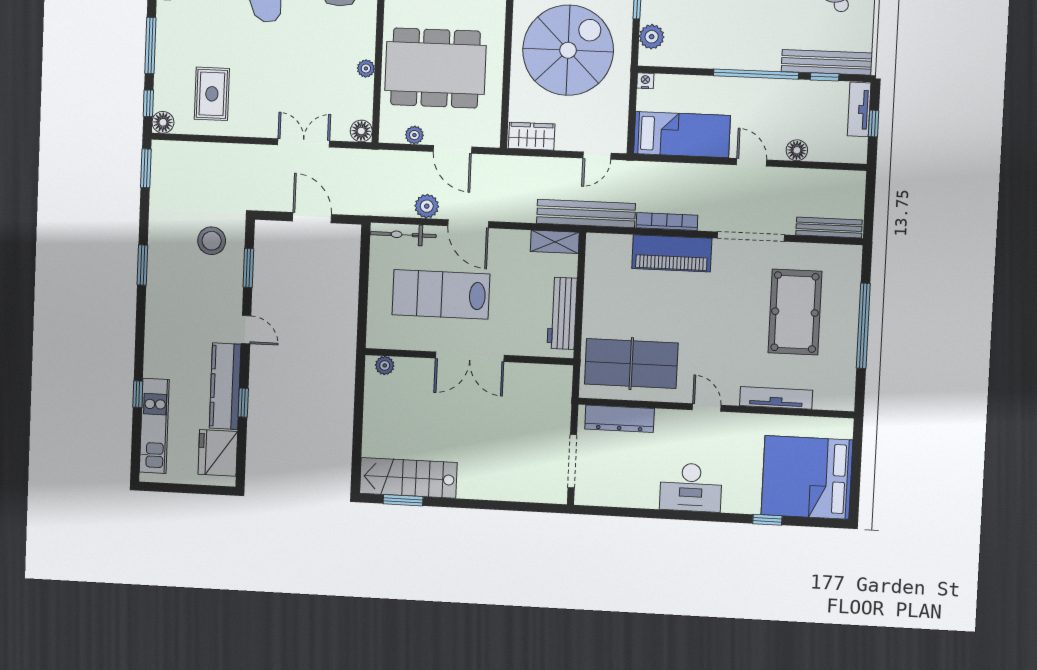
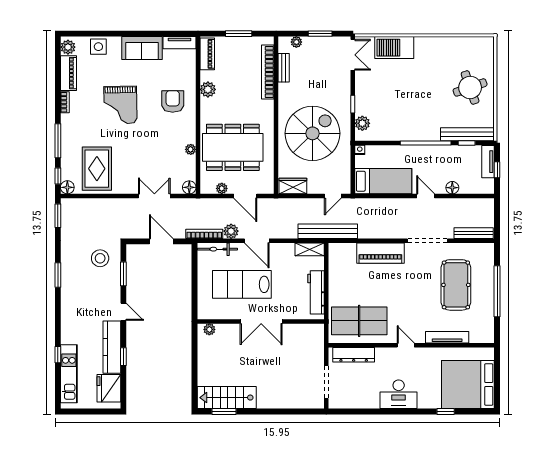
rug: (212, 94) -> (97, 169), width x1.36, depth x1.43
bookcase: (667, 221) -> (204, 234), moved

